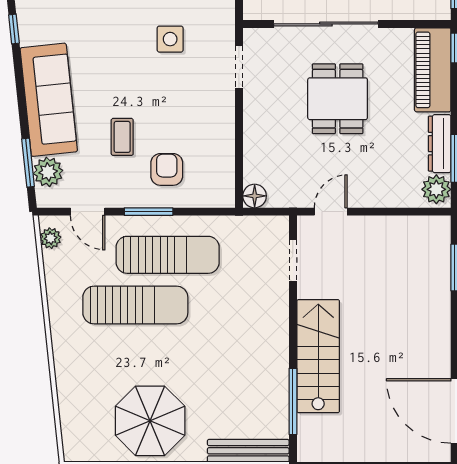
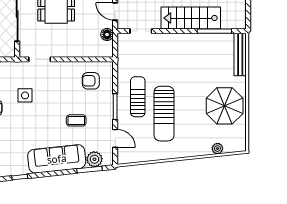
armchair: (167, 169) -> (91, 81), moved
floor lamp: (255, 196) -> (107, 35), moved
door: (88, 212) -> (115, 138), hinge flipped
plant: (51, 238) -> (217, 149), moved
sun lounger: (168, 255) -> (138, 97), width x0.73, depth x0.75
sun lounger: (135, 305) -> (164, 114), turned 180

